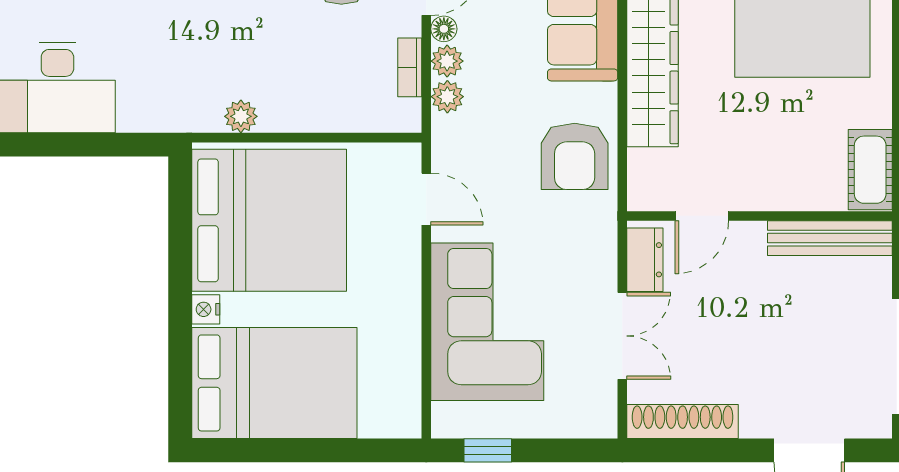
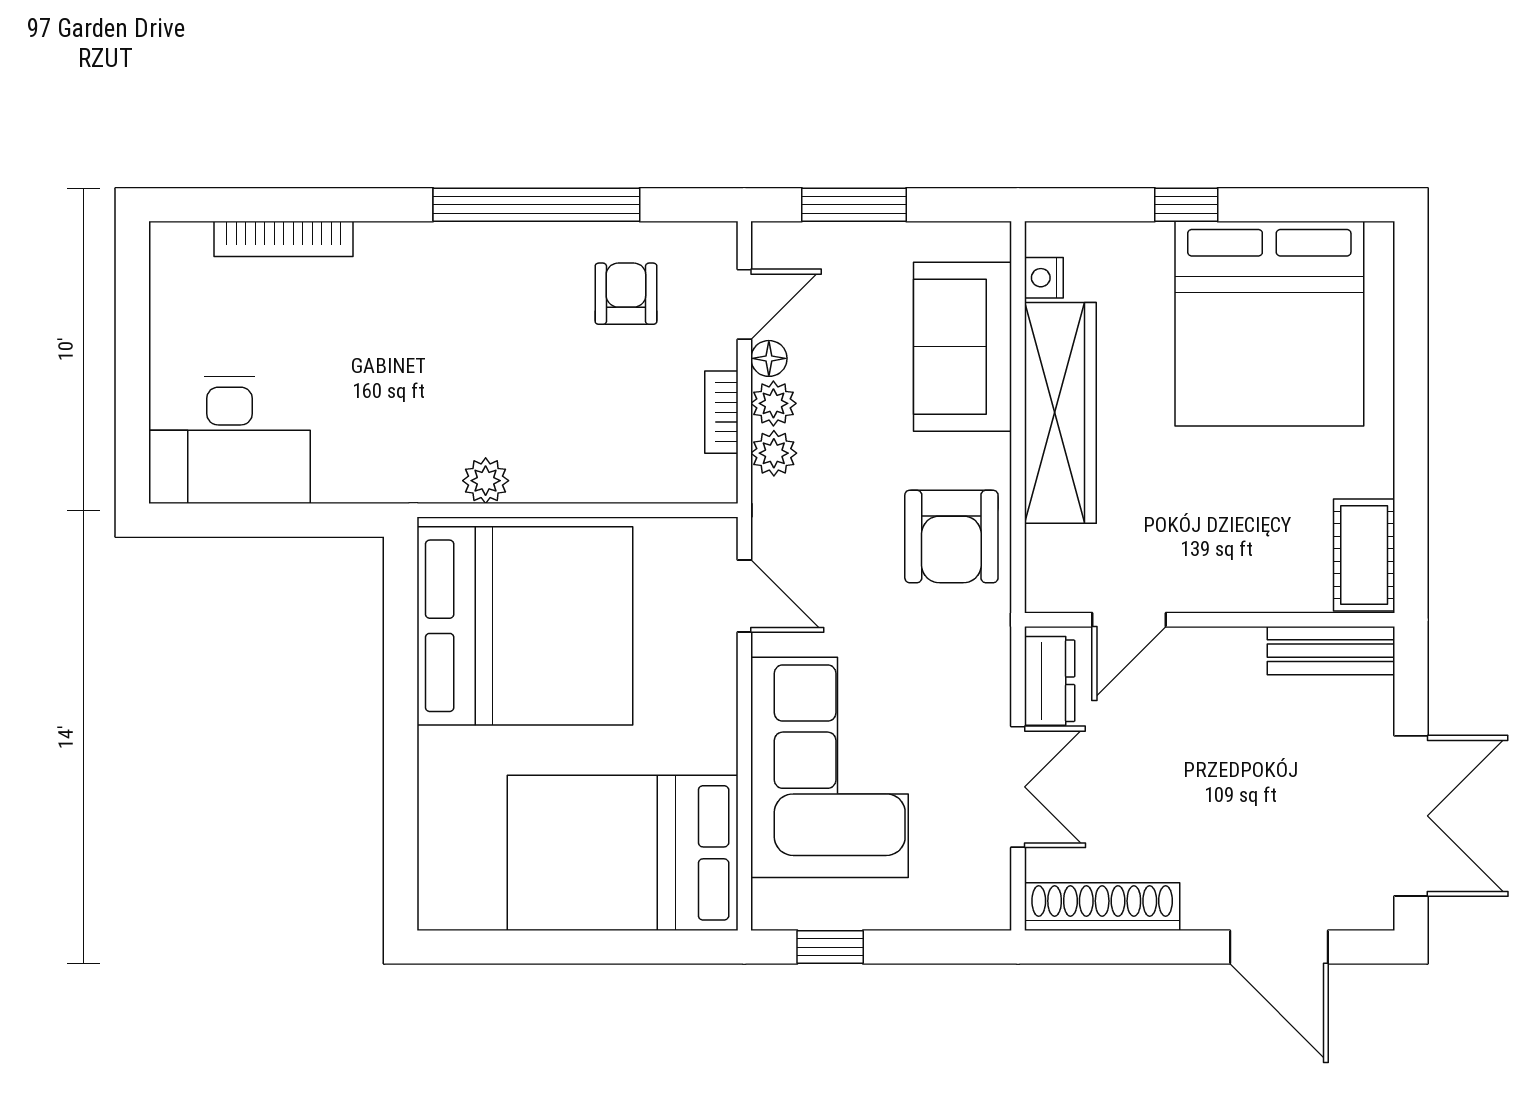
bench: (830, 238) -> (1331, 651), width x0.73
nightstand: (206, 309) -> (437, 750), removed
bed: (274, 383) -> (623, 853), moved, turned 180

